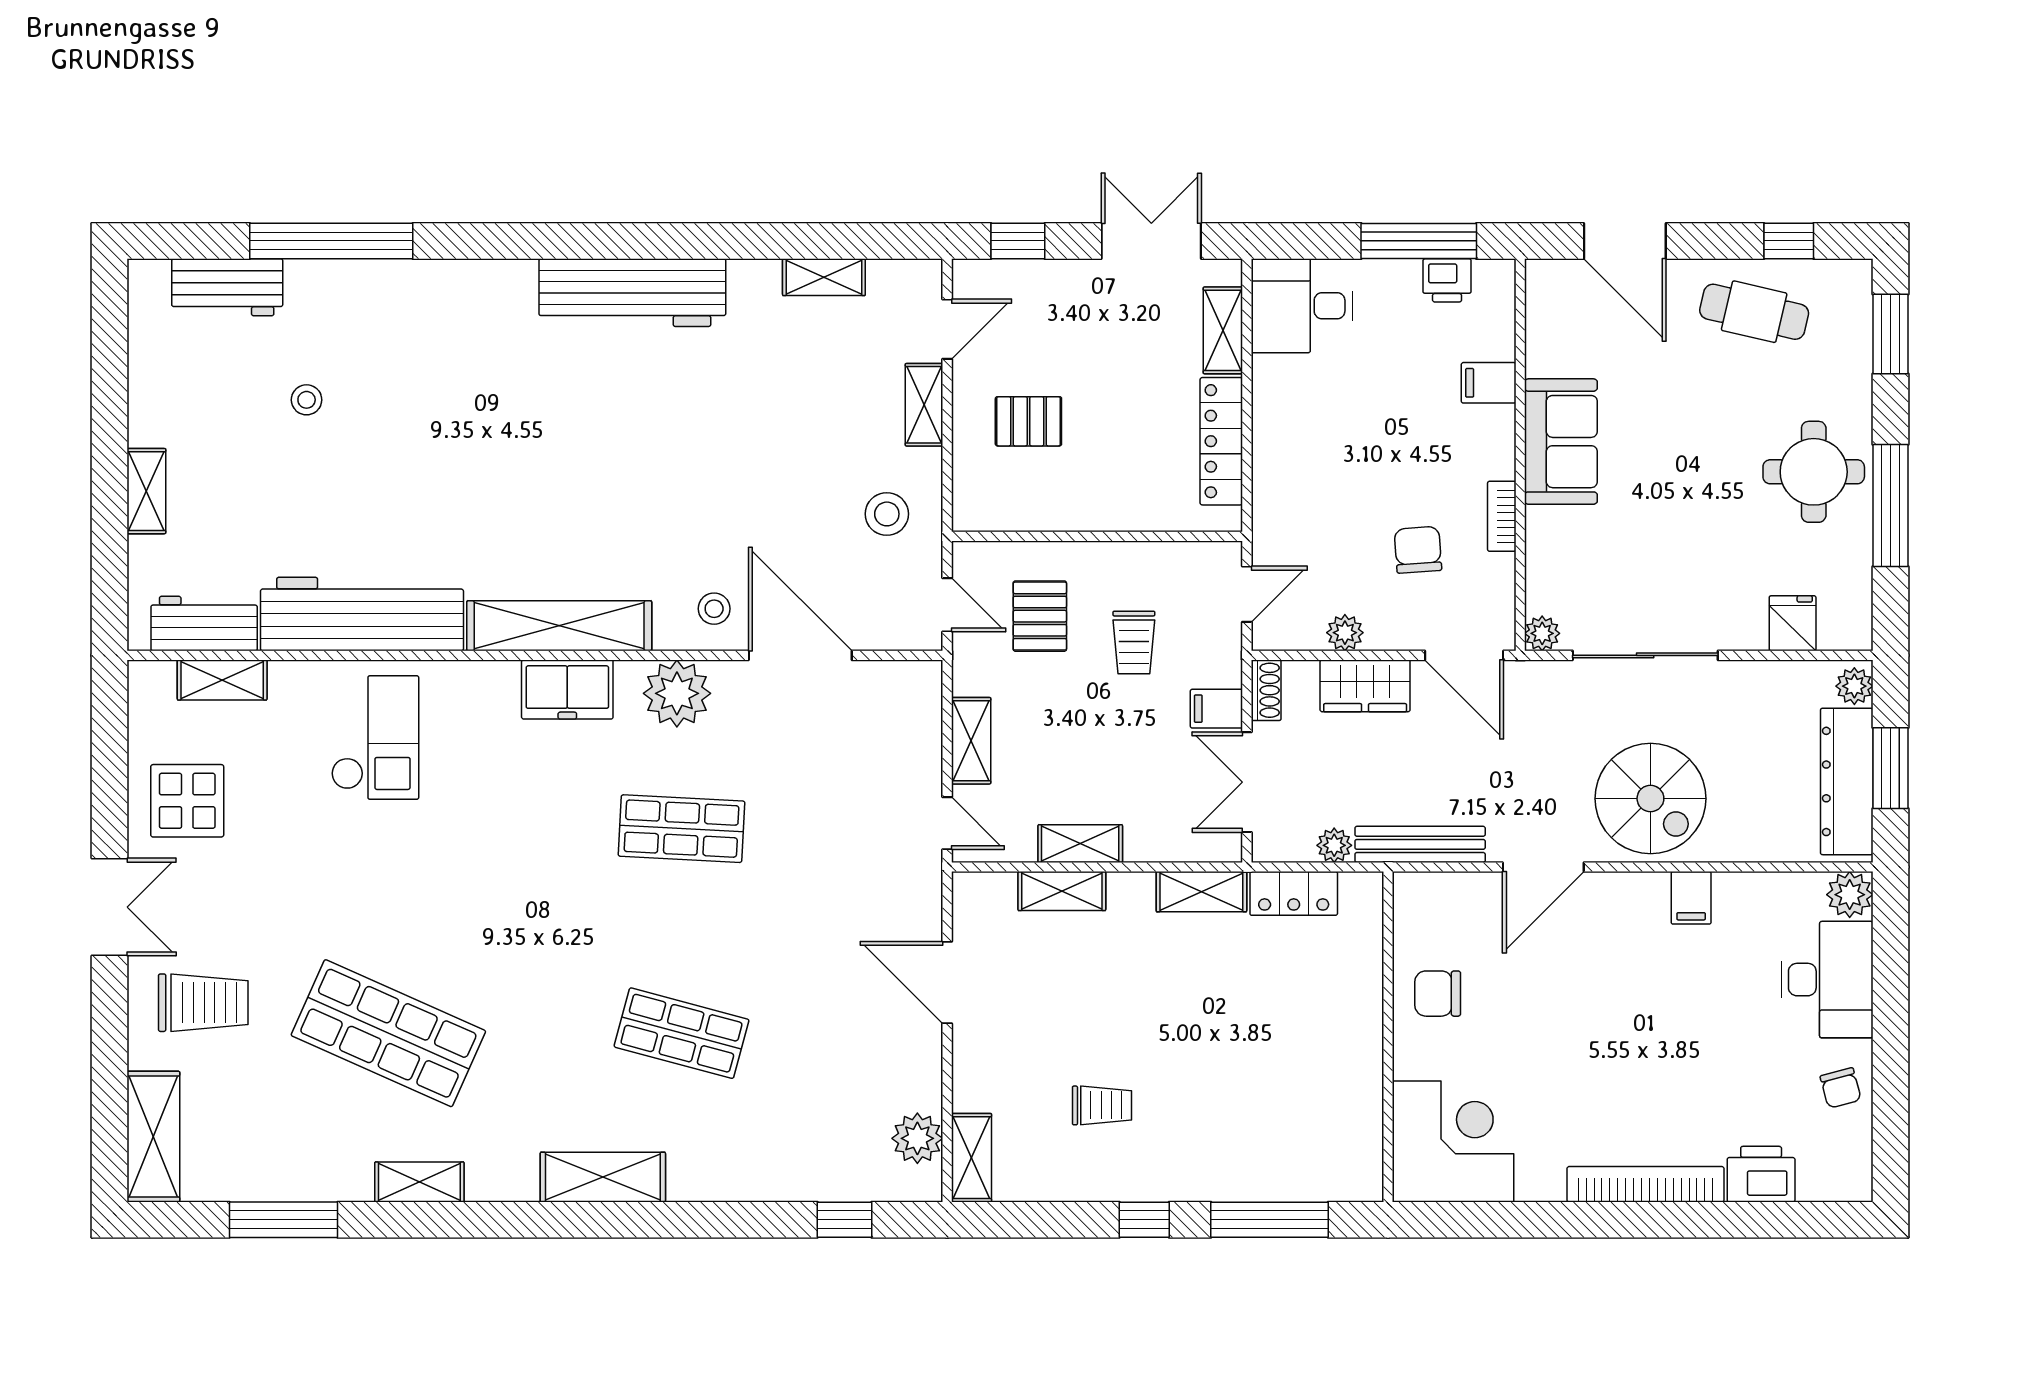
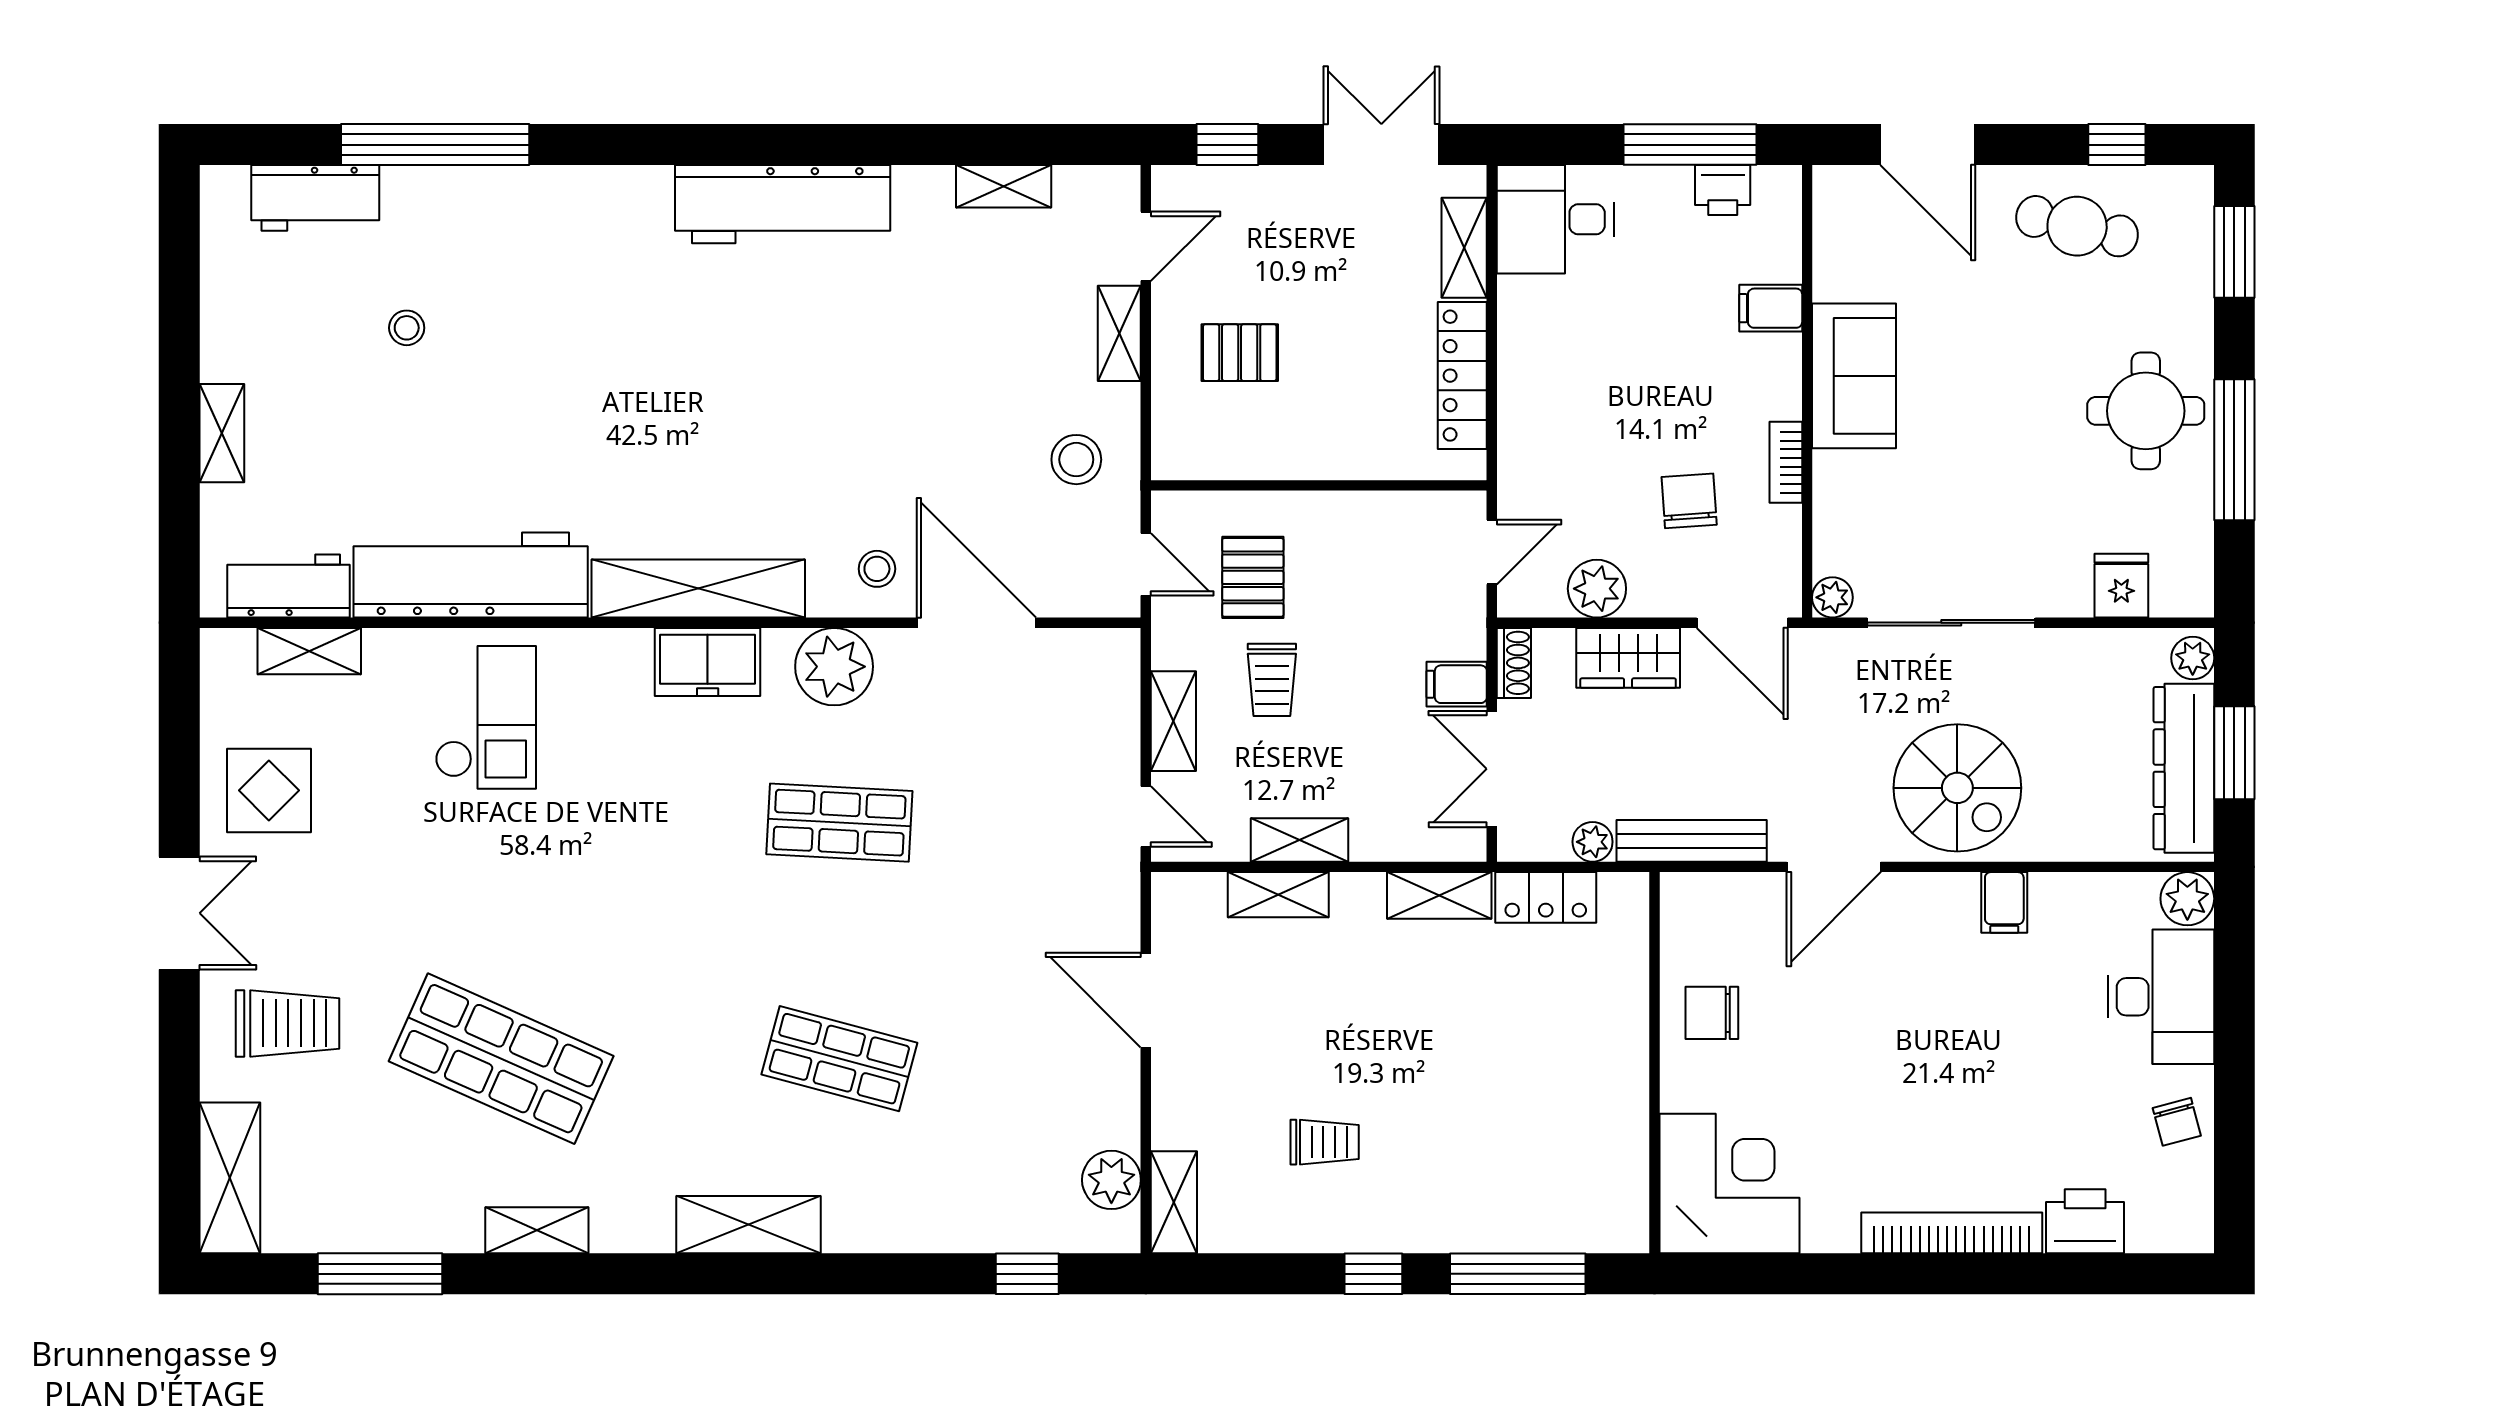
plant: (1345, 633) -> (1597, 589), width x1.38, depth x1.38
trolley: (1134, 643) -> (1272, 680), moved

